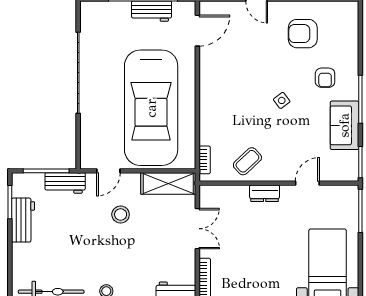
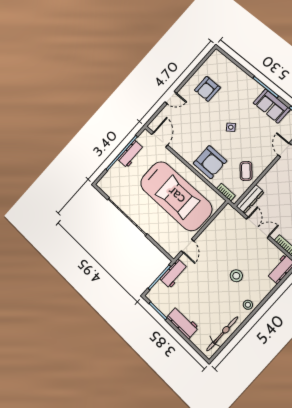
armchair: (325, 78) -> (210, 162), moved, width x1.88, depth x1.88
shelving: (168, 184) -> (221, 221), removed
dresser: (265, 193) -> (250, 199), moved, width x1.44
stool: (121, 214) -> (236, 276), moved
workbench: (23, 220) -> (183, 322), moved

